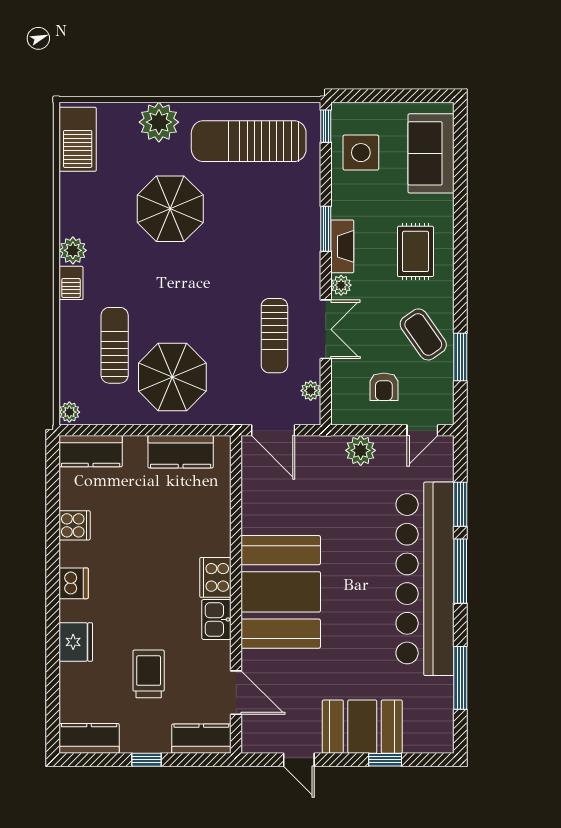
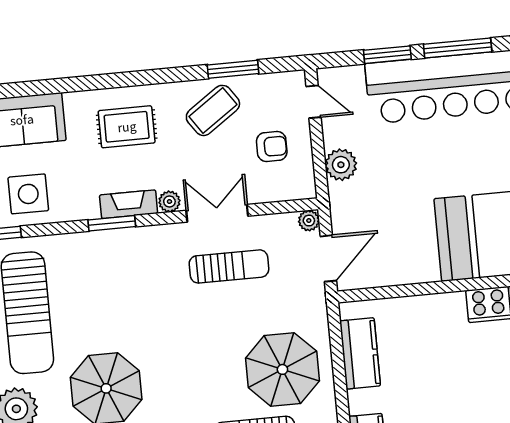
plant: (311, 391) -> (309, 221), moved

